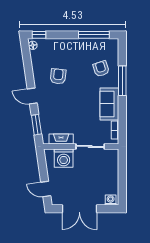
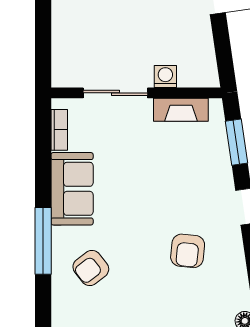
armchair: (101, 69) -> (91, 268), turned 70
washing machine: (64, 158) -> (165, 76), width x0.53, depth x0.53

